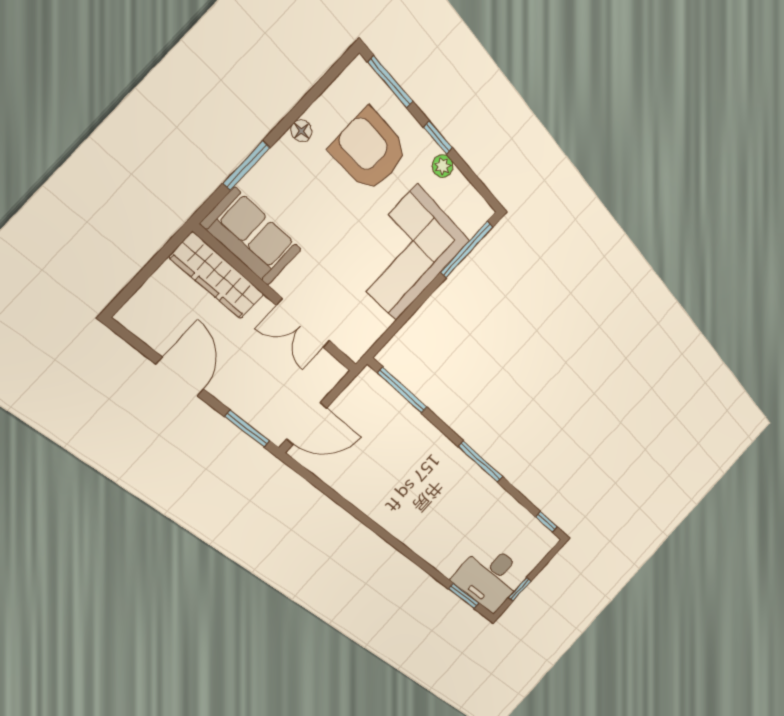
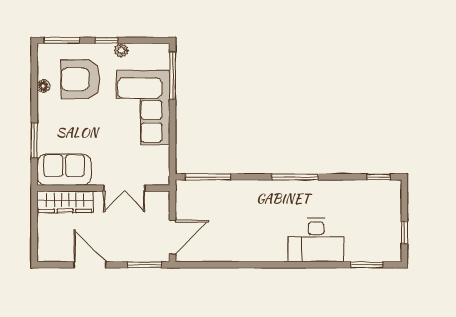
floor lamp: (301, 131) -> (43, 86), moved
desk: (490, 577) -> (316, 240), moved

